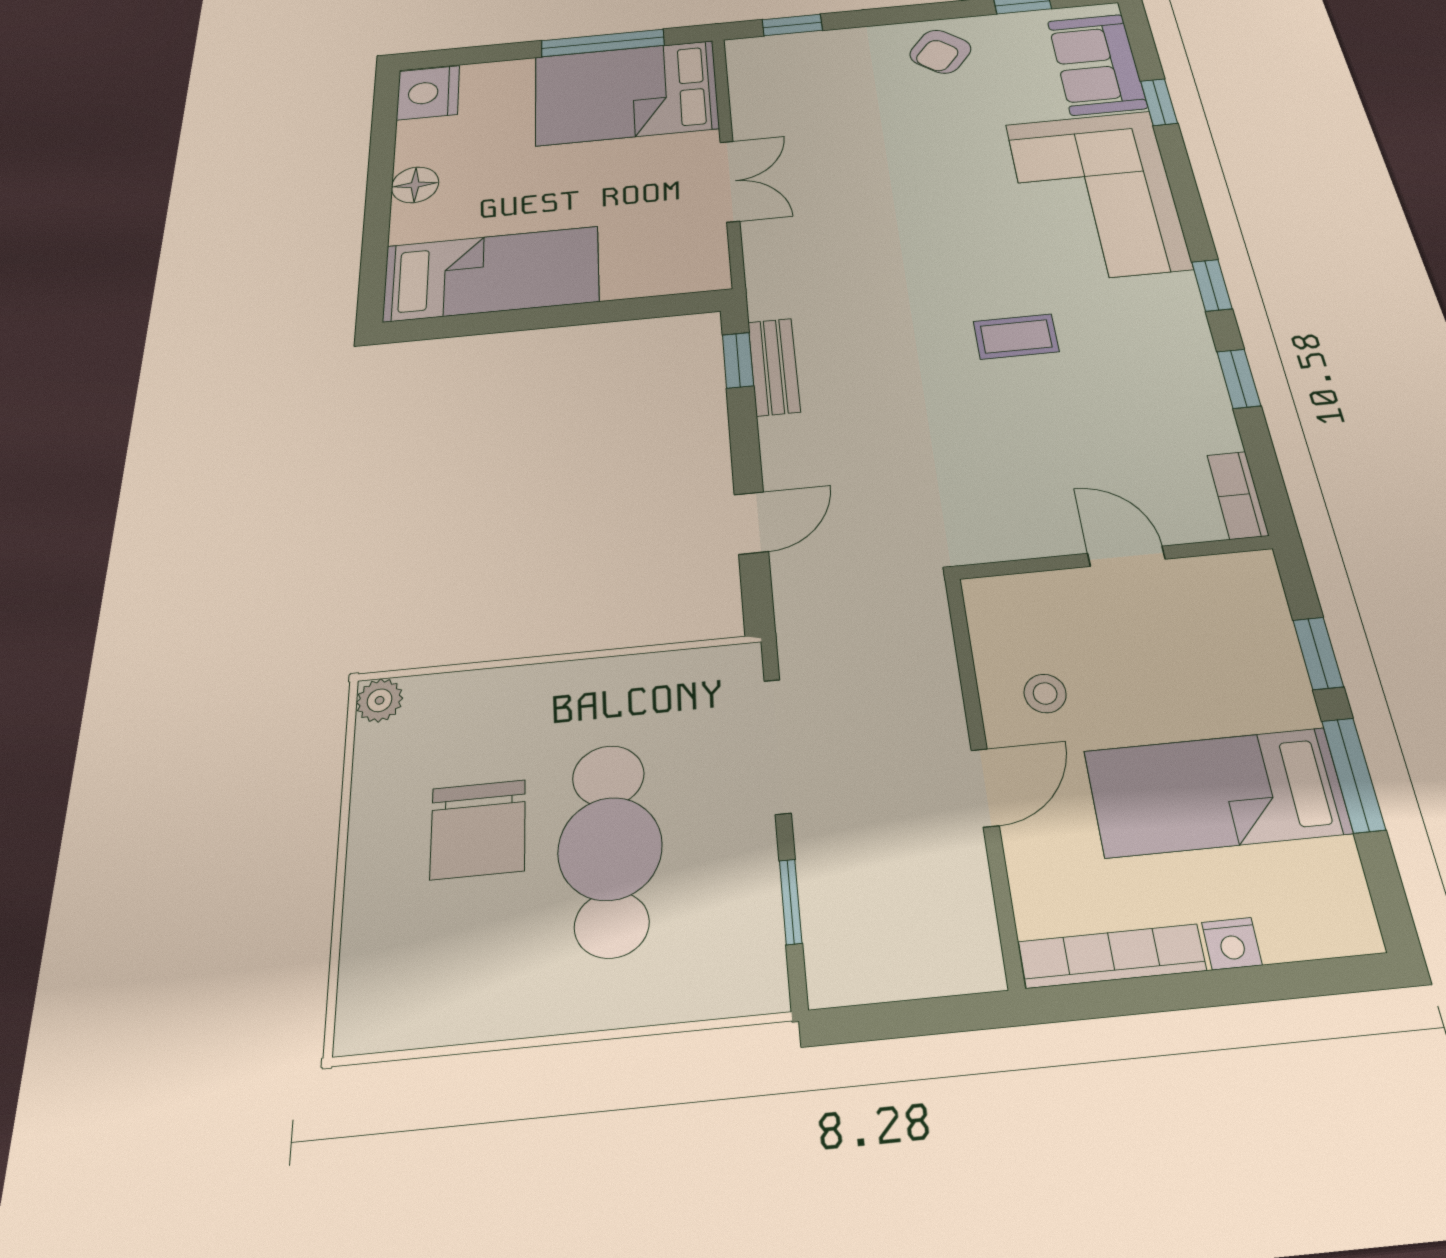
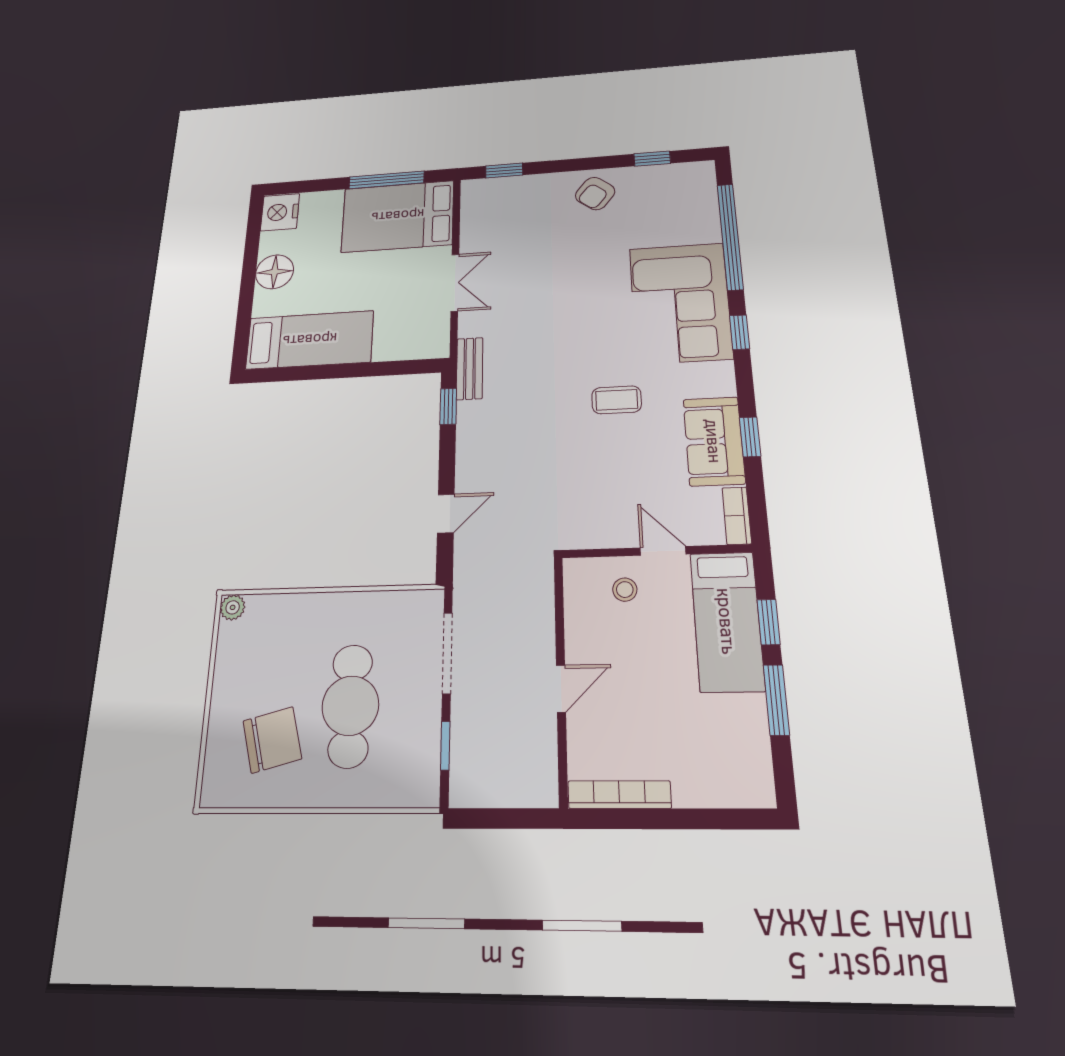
sofa: (1097, 64) -> (714, 441), moved
window: (1159, 102) -> (730, 236), width x3.17
floor lamp: (415, 185) -> (275, 272), width x1.38, depth x1.38
window: (1212, 285) -> (740, 332), moved
bench: (774, 367) -> (470, 368), moved
stool: (1045, 693) -> (625, 590), moved
bed: (1216, 792) -> (727, 621), moved, turned -90
chair: (478, 829) -> (272, 740), moved, turned -105
nightstand: (1232, 944) -> (688, 794), removed

